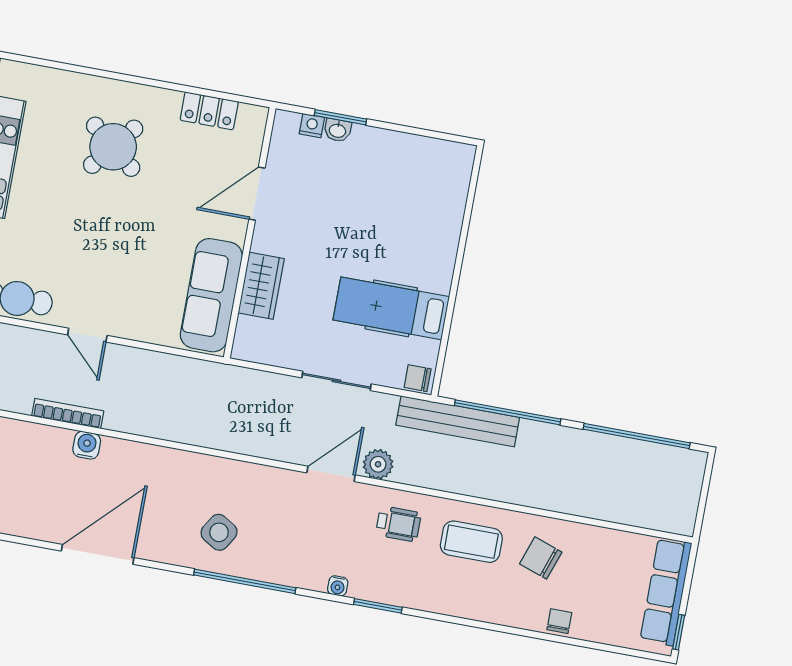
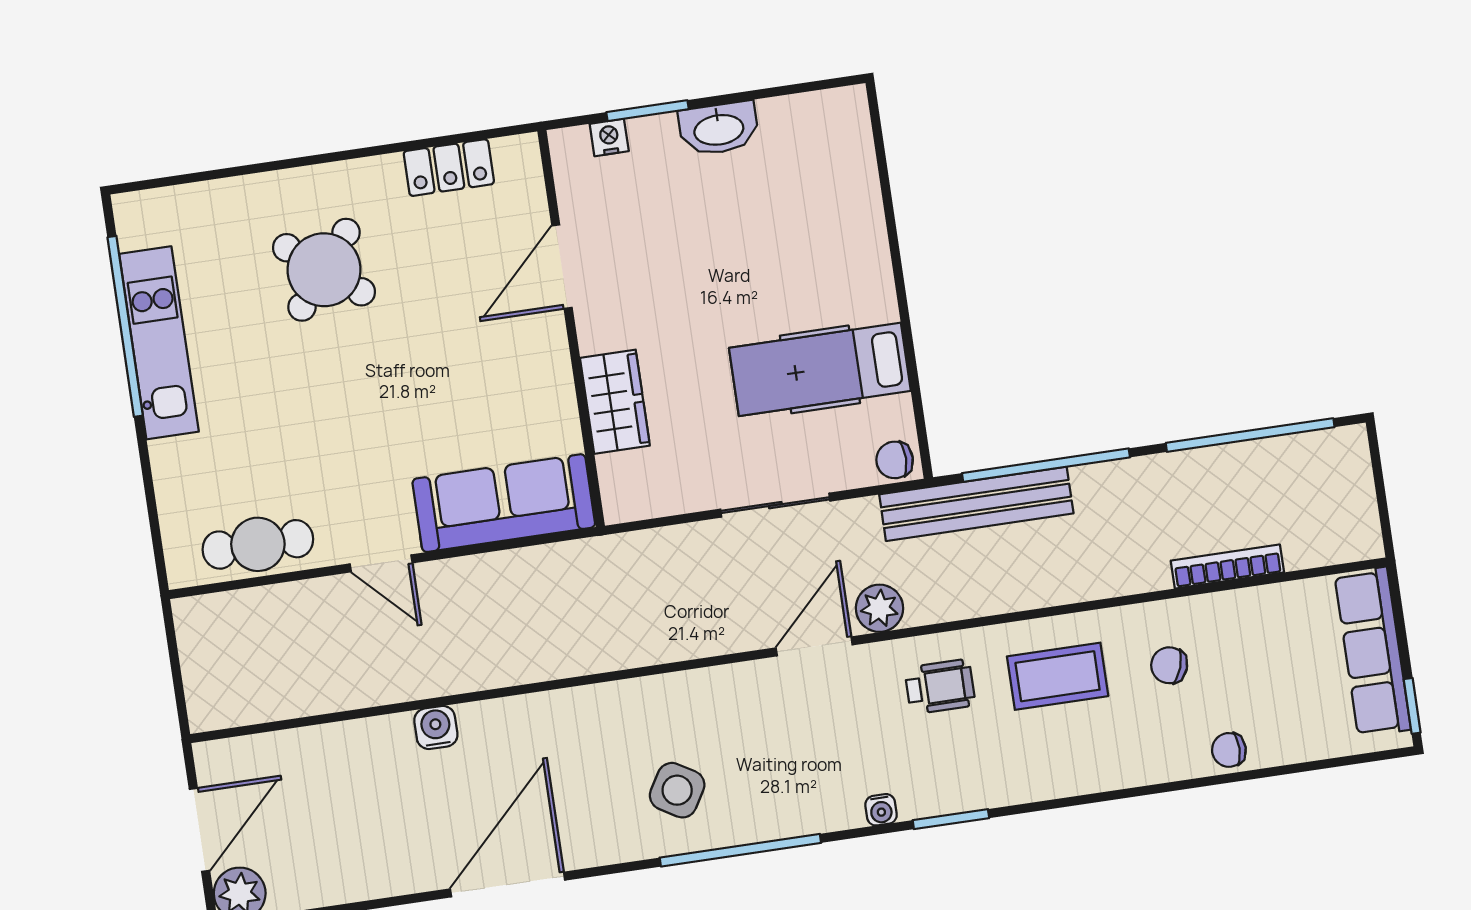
washbasin: (338, 130) -> (719, 129), moved, width x1.91, depth x1.45
sofa: (211, 295) -> (504, 503), moved, turned 90
bookcase: (68, 413) -> (1227, 566), moved
chair: (541, 558) -> (1169, 665), width x0.73, depth x0.73
chair: (559, 621) -> (1229, 750), turned -90

